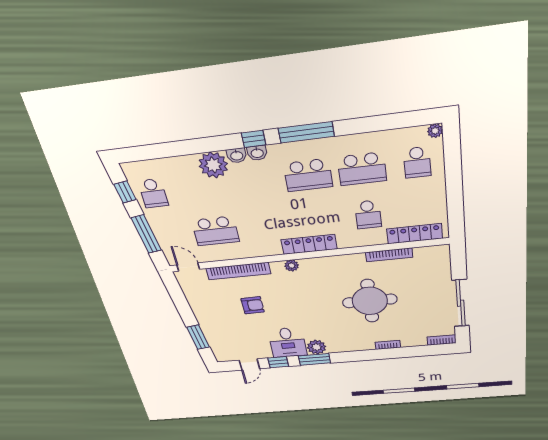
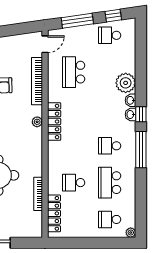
school desk: (308, 175) -> (110, 146), width x0.54
locker: (309, 244) -> (54, 122), moved

